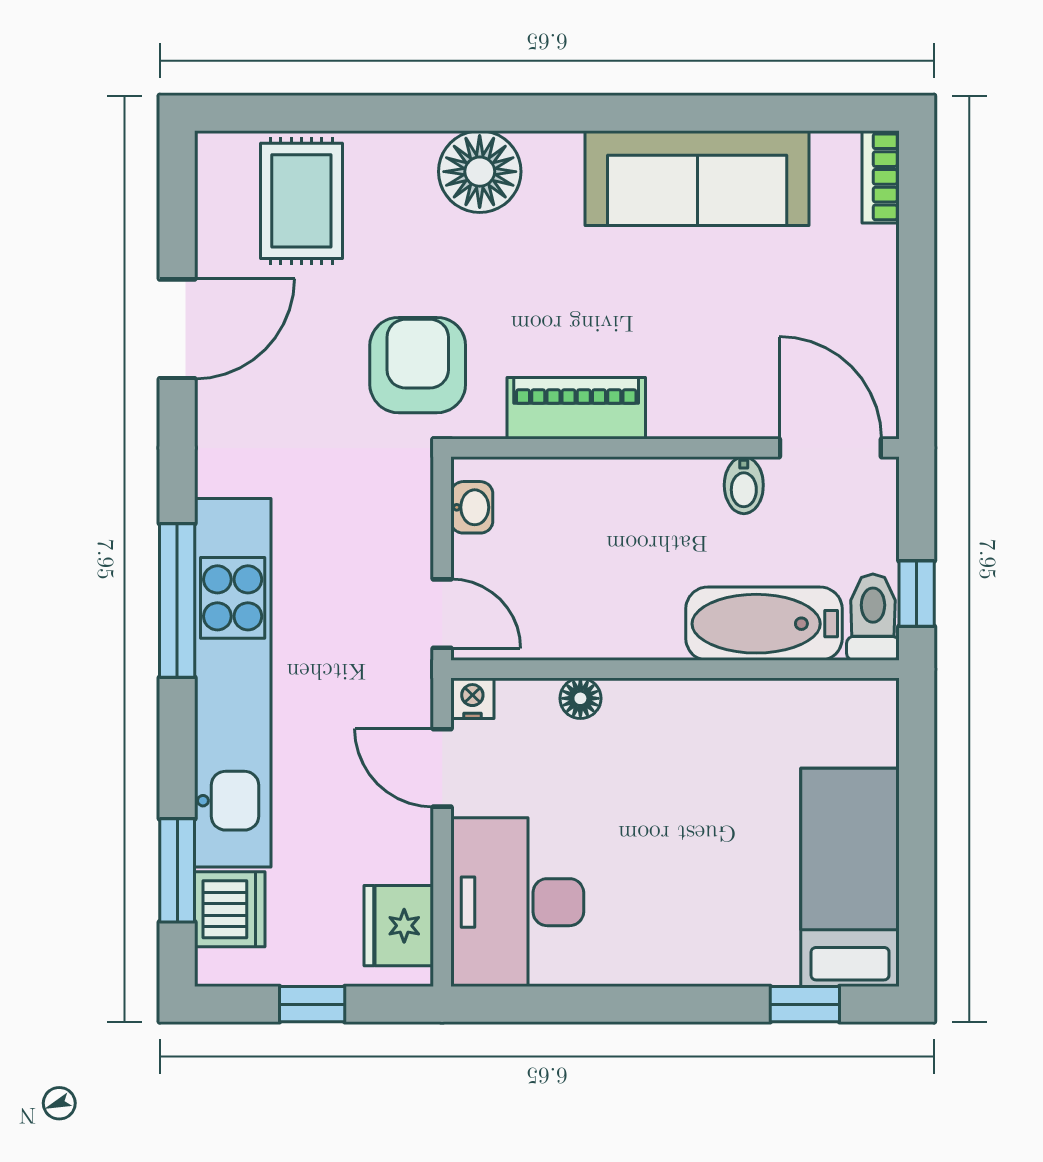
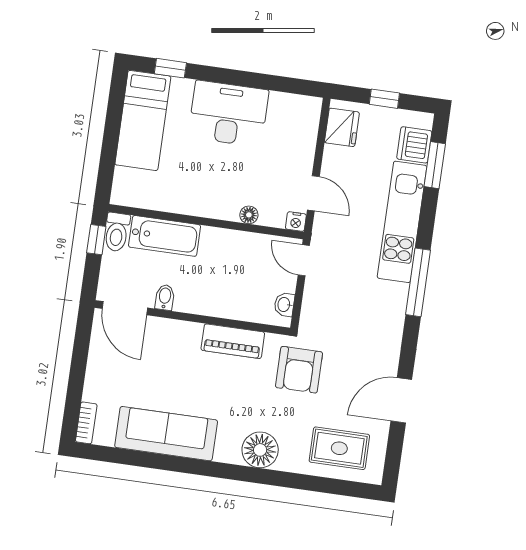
rug: (301, 201) -> (339, 448), turned 90
kitchen unit: (233, 683) -> (402, 222), width x0.73
desk: (517, 902) -> (228, 114), moved, turned -90

